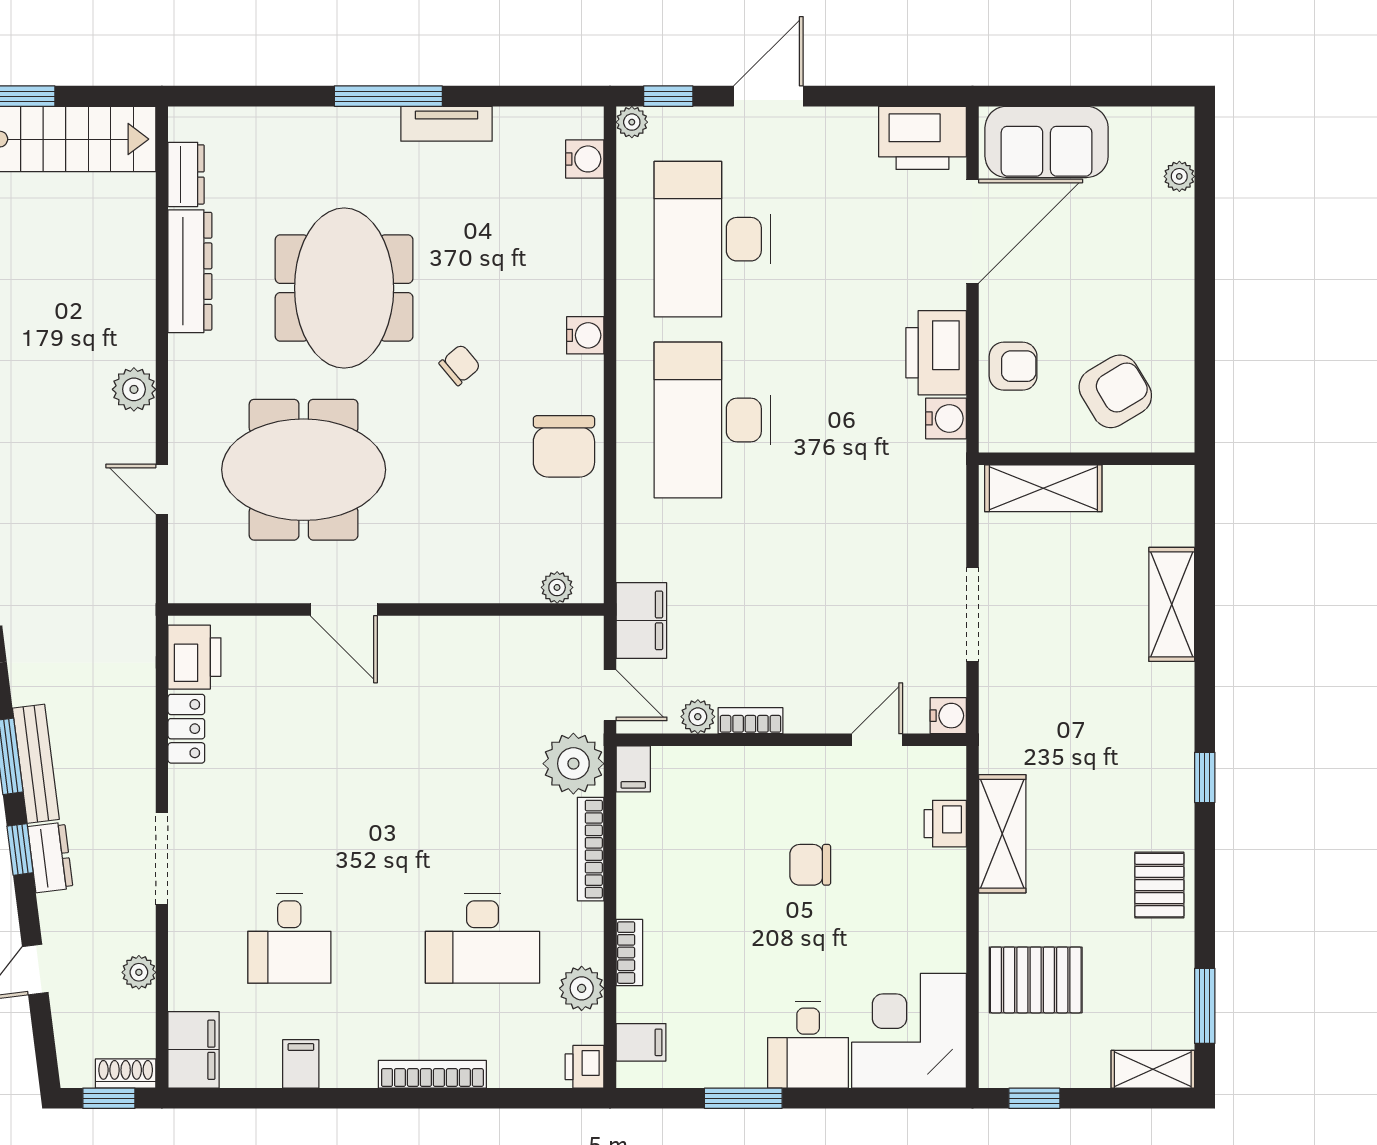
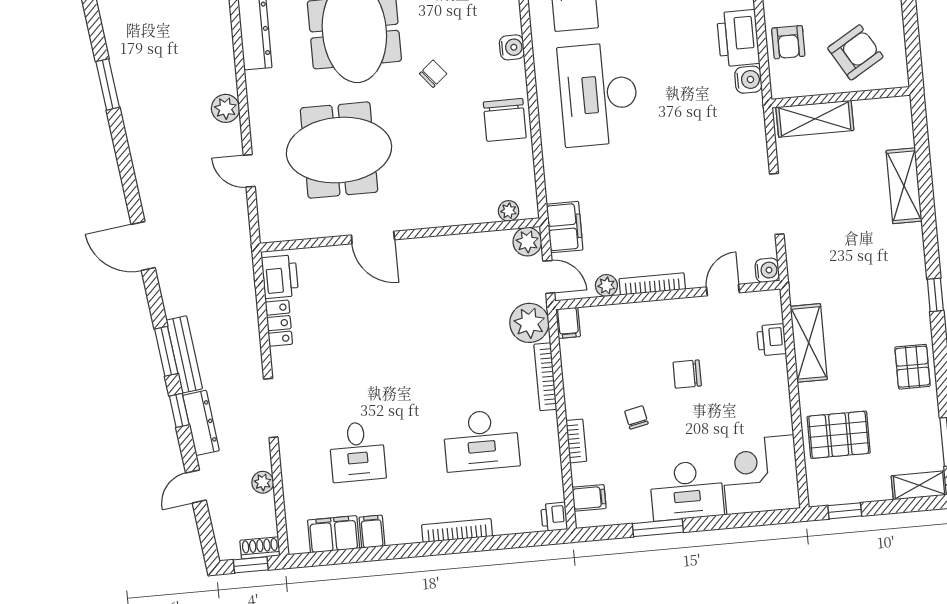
armchair: (1013, 366) -> (788, 42), turned 90
bookcase: (750, 721) -> (652, 284), width x1.56
dresser: (50, 857) -> (201, 423), width x1.44
chair: (726, 925) -> (636, 417), added
plant: (582, 988) -> (527, 242), moved
desk: (808, 1045) -> (687, 490), width x1.37
filing cabinet: (193, 1050) -> (334, 534), moved, turned -90

